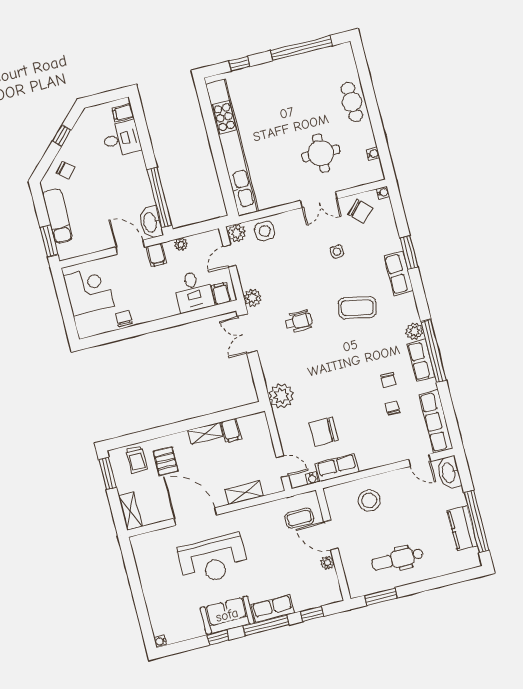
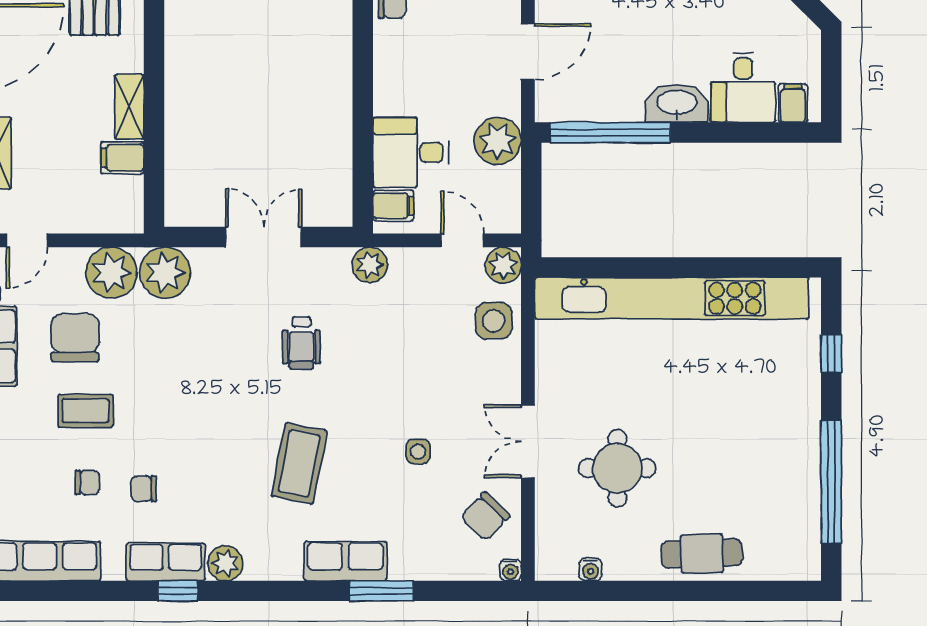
washbasin: (151, 222) -> (677, 103), moved
plant: (181, 244) -> (498, 141), width x1.87, depth x1.87
filing cabinet: (156, 255) -> (500, 99), removed
double door: (247, 334) -> (264, 237), moved
window: (434, 351) -> (178, 591), width x0.32
coffee table: (358, 418) -> (85, 411), added
plant: (288, 422) -> (111, 273), added

